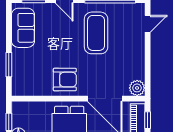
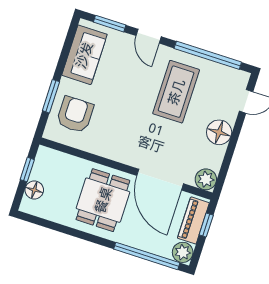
floor lamp: (136, 52) -> (219, 132), added
armchair: (65, 80) -> (75, 115), moved, turned -90

